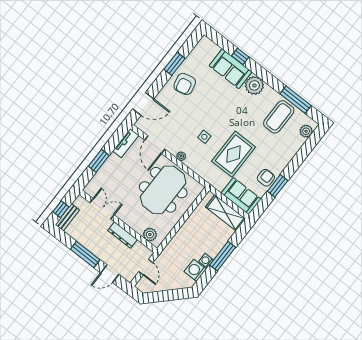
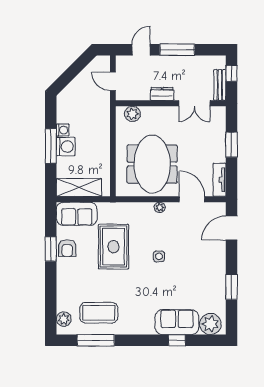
armchair: (185, 84) -> (208, 276), removed
plant: (254, 85) -> (210, 324), moved
coffee table: (279, 117) -> (99, 313), turned 90
side table: (204, 137) -> (159, 256), moved
bench: (67, 217) -> (220, 85), moved
dresser: (123, 235) -> (162, 94), width x0.70
washing machine: (195, 270) -> (66, 147), moved

